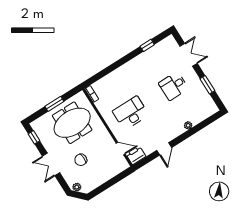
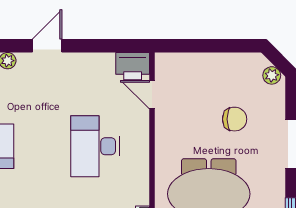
desk: (131, 113) -> (95, 146), turned 90
door: (164, 149) -> (47, 46), moved

